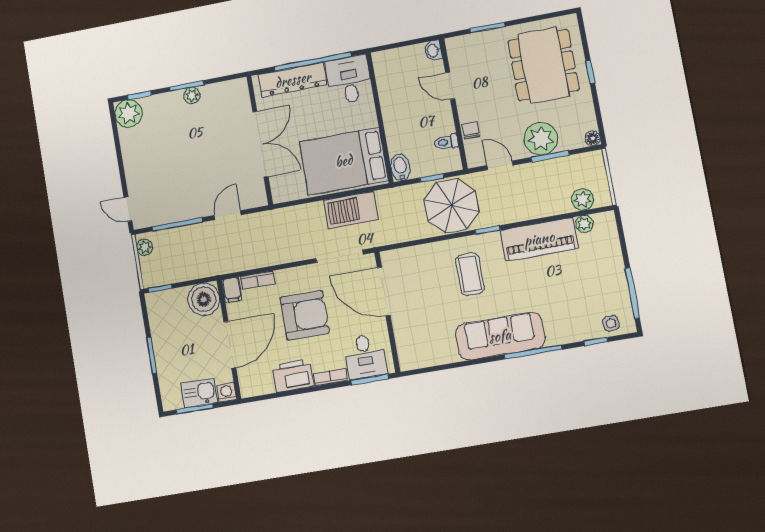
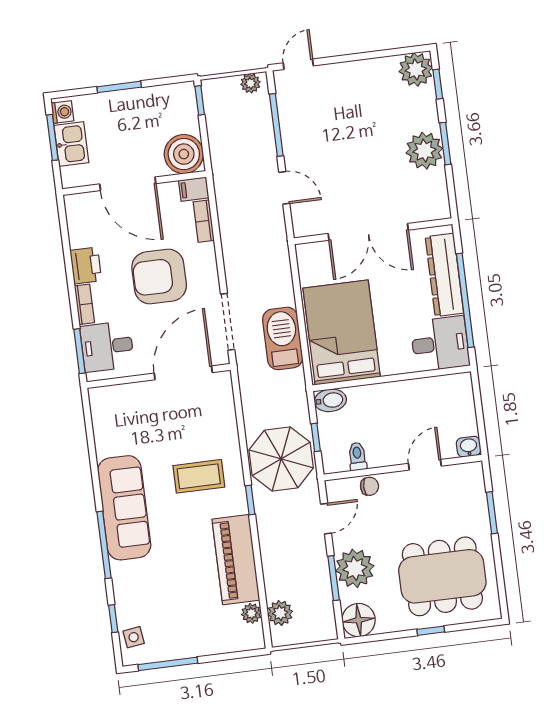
plant: (192, 95) -> (424, 151), width x1.88, depth x1.88
floor lamp: (593, 138) -> (359, 620), width x1.89, depth x1.89
armchair: (305, 315) -> (159, 277), turned 90
printer: (293, 376) -> (86, 265), width x0.73, depth x0.84
washing machine: (226, 393) -> (62, 112), moved

